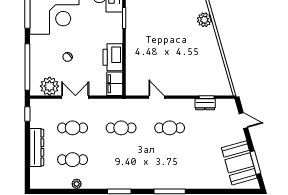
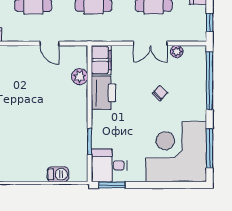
plant: (132, 70) -> (80, 77), added
plant: (50, 86) -> (177, 51), width x0.53, depth x0.53

